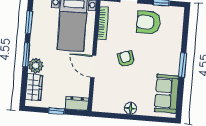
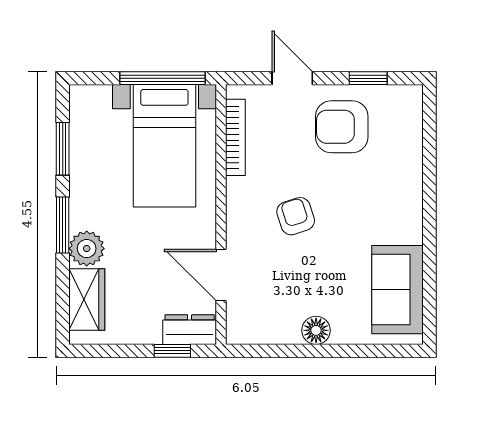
window: (183, 65) -> (429, 220), removed
door: (93, 66) -> (221, 275), moved
window: (56, 111) -> (172, 351), moved

